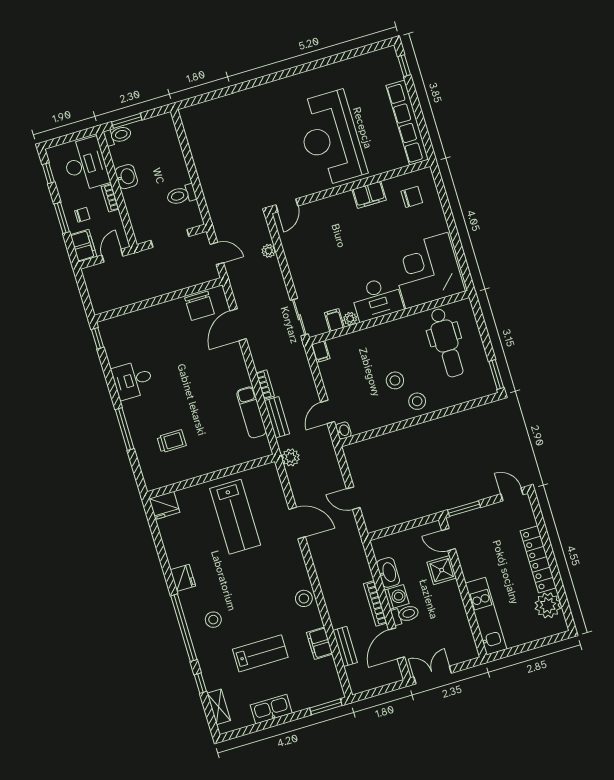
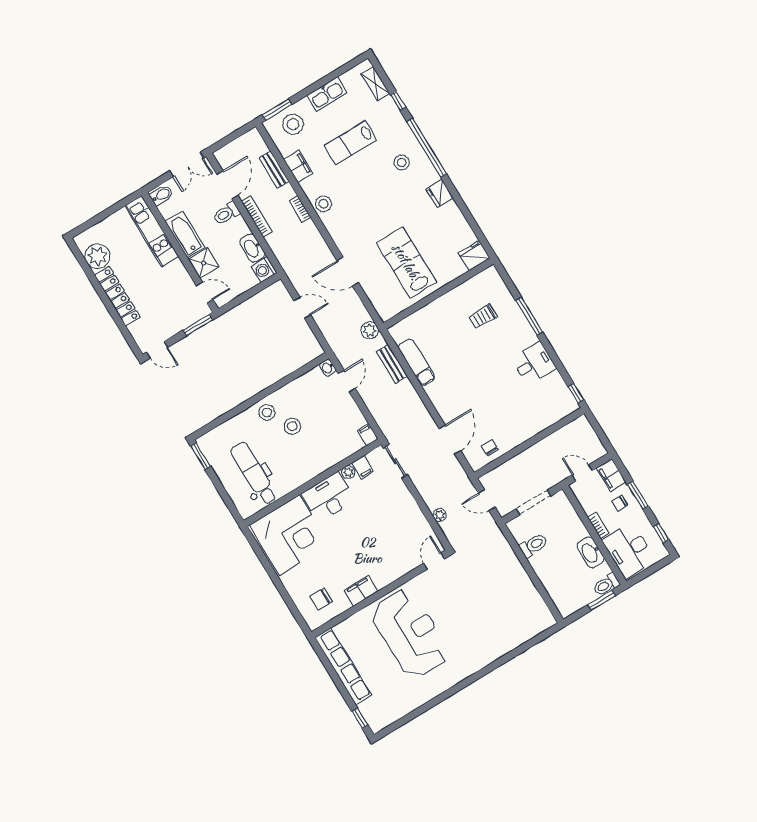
washbasin: (126, 177) -> (591, 552), width x1.38
door: (112, 256) -> (582, 473), swing flipped
chair: (200, 306) -> (490, 448), width x0.54, depth x0.54
bookcase: (265, 384) -> (300, 209), moved
washing machine: (397, 597) -> (264, 270), moved
bathtub: (453, 604) -> (185, 234), added
bidet: (466, 651) -> (161, 195), added
stool: (313, 688) -> (293, 124), added

